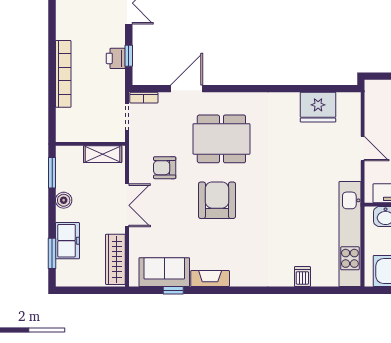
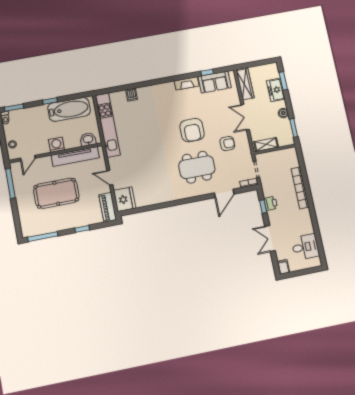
piano: (375, 102) -> (108, 207), added
fridge: (318, 107) -> (125, 199), moved, turned 90

